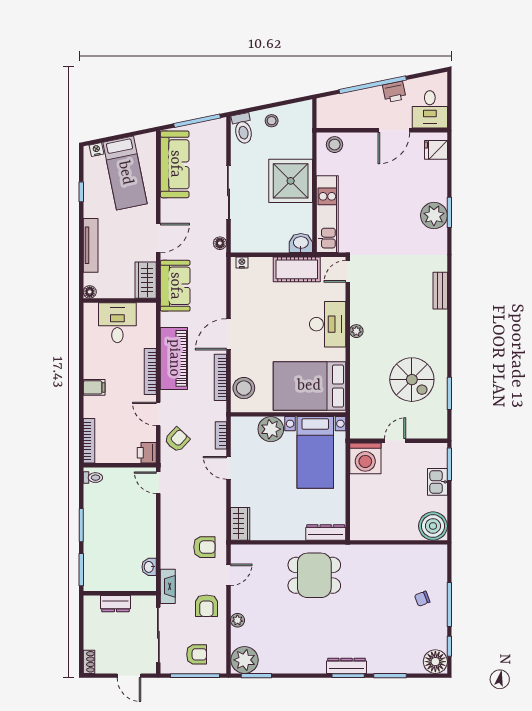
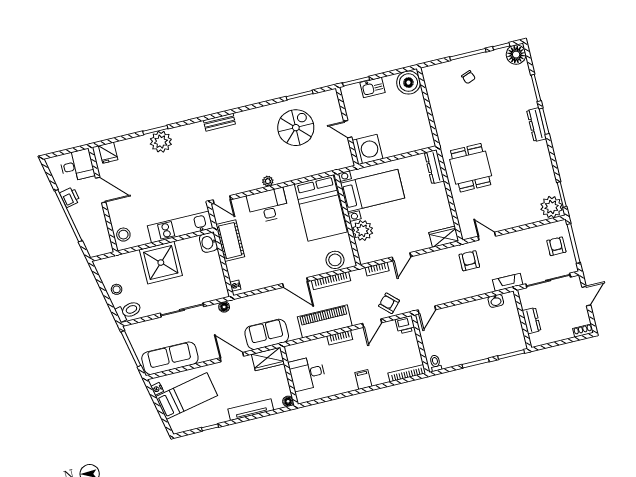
nightstand: (96, 150) -> (157, 389), moved
bookcase: (150, 372) -> (340, 338), width x0.64
armchair: (206, 606) -> (516, 248), removed
plant: (237, 620) -> (521, 220), removed

